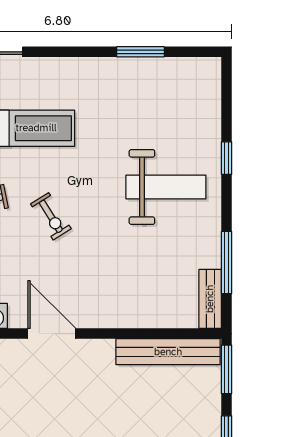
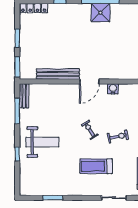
weight bench: (166, 187) -> (42, 142), turned 180
door: (52, 334) -> (89, 82), hinge flipped
bench: (168, 352) -> (58, 74), moved

